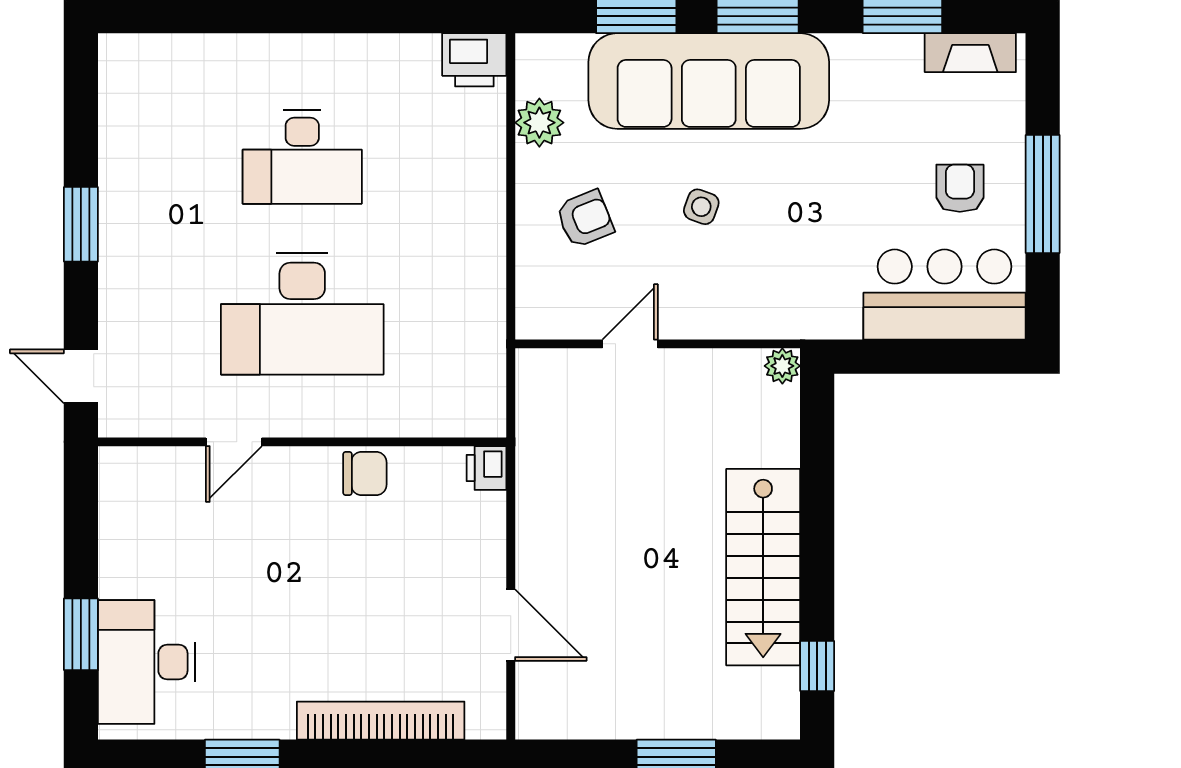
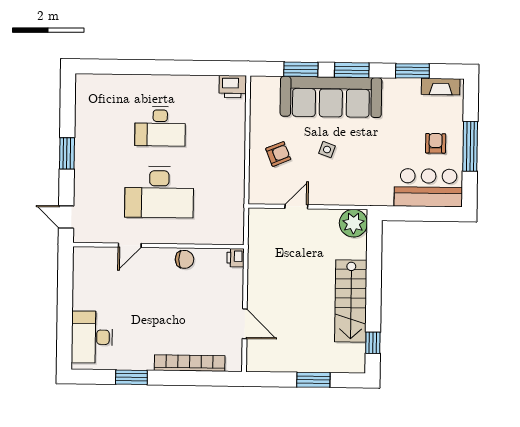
plant: (539, 123) -> (260, 113), removed
plant: (782, 366) -> (353, 223), width x1.88, depth x1.88
window: (81, 634) -> (65, 325), removed

